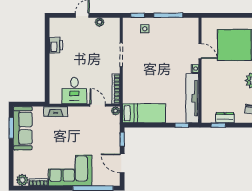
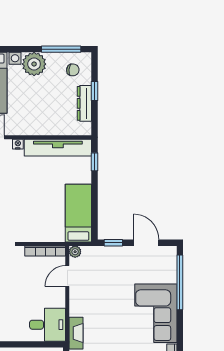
desk: (74, 91) -> (48, 325), moved
dresser: (225, 118) -> (84, 103), width x1.44
window: (218, 125) -> (94, 91), moved
door: (122, 163) -> (146, 243), swing flipped

